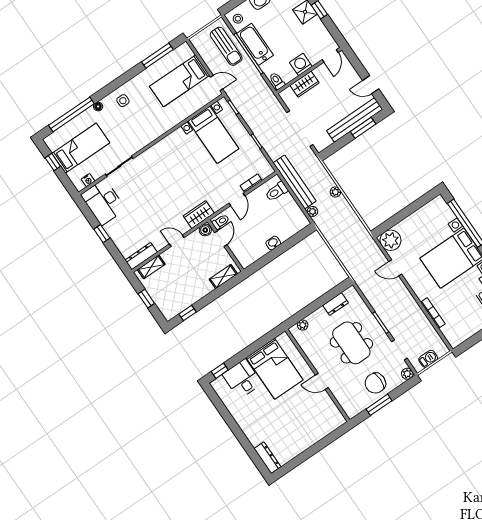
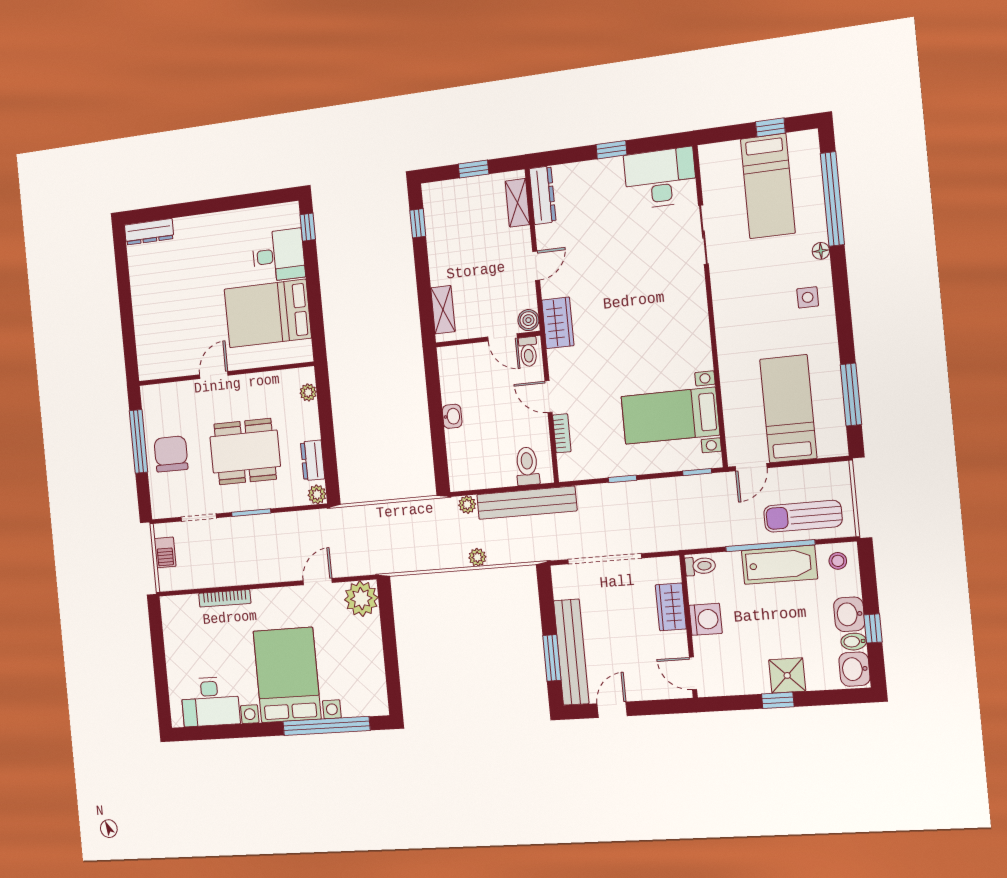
nightstand: (88, 180) -> (709, 171), removed
plant: (407, 374) -> (317, 494), moved
window: (379, 405) -> (139, 441), width x1.44

